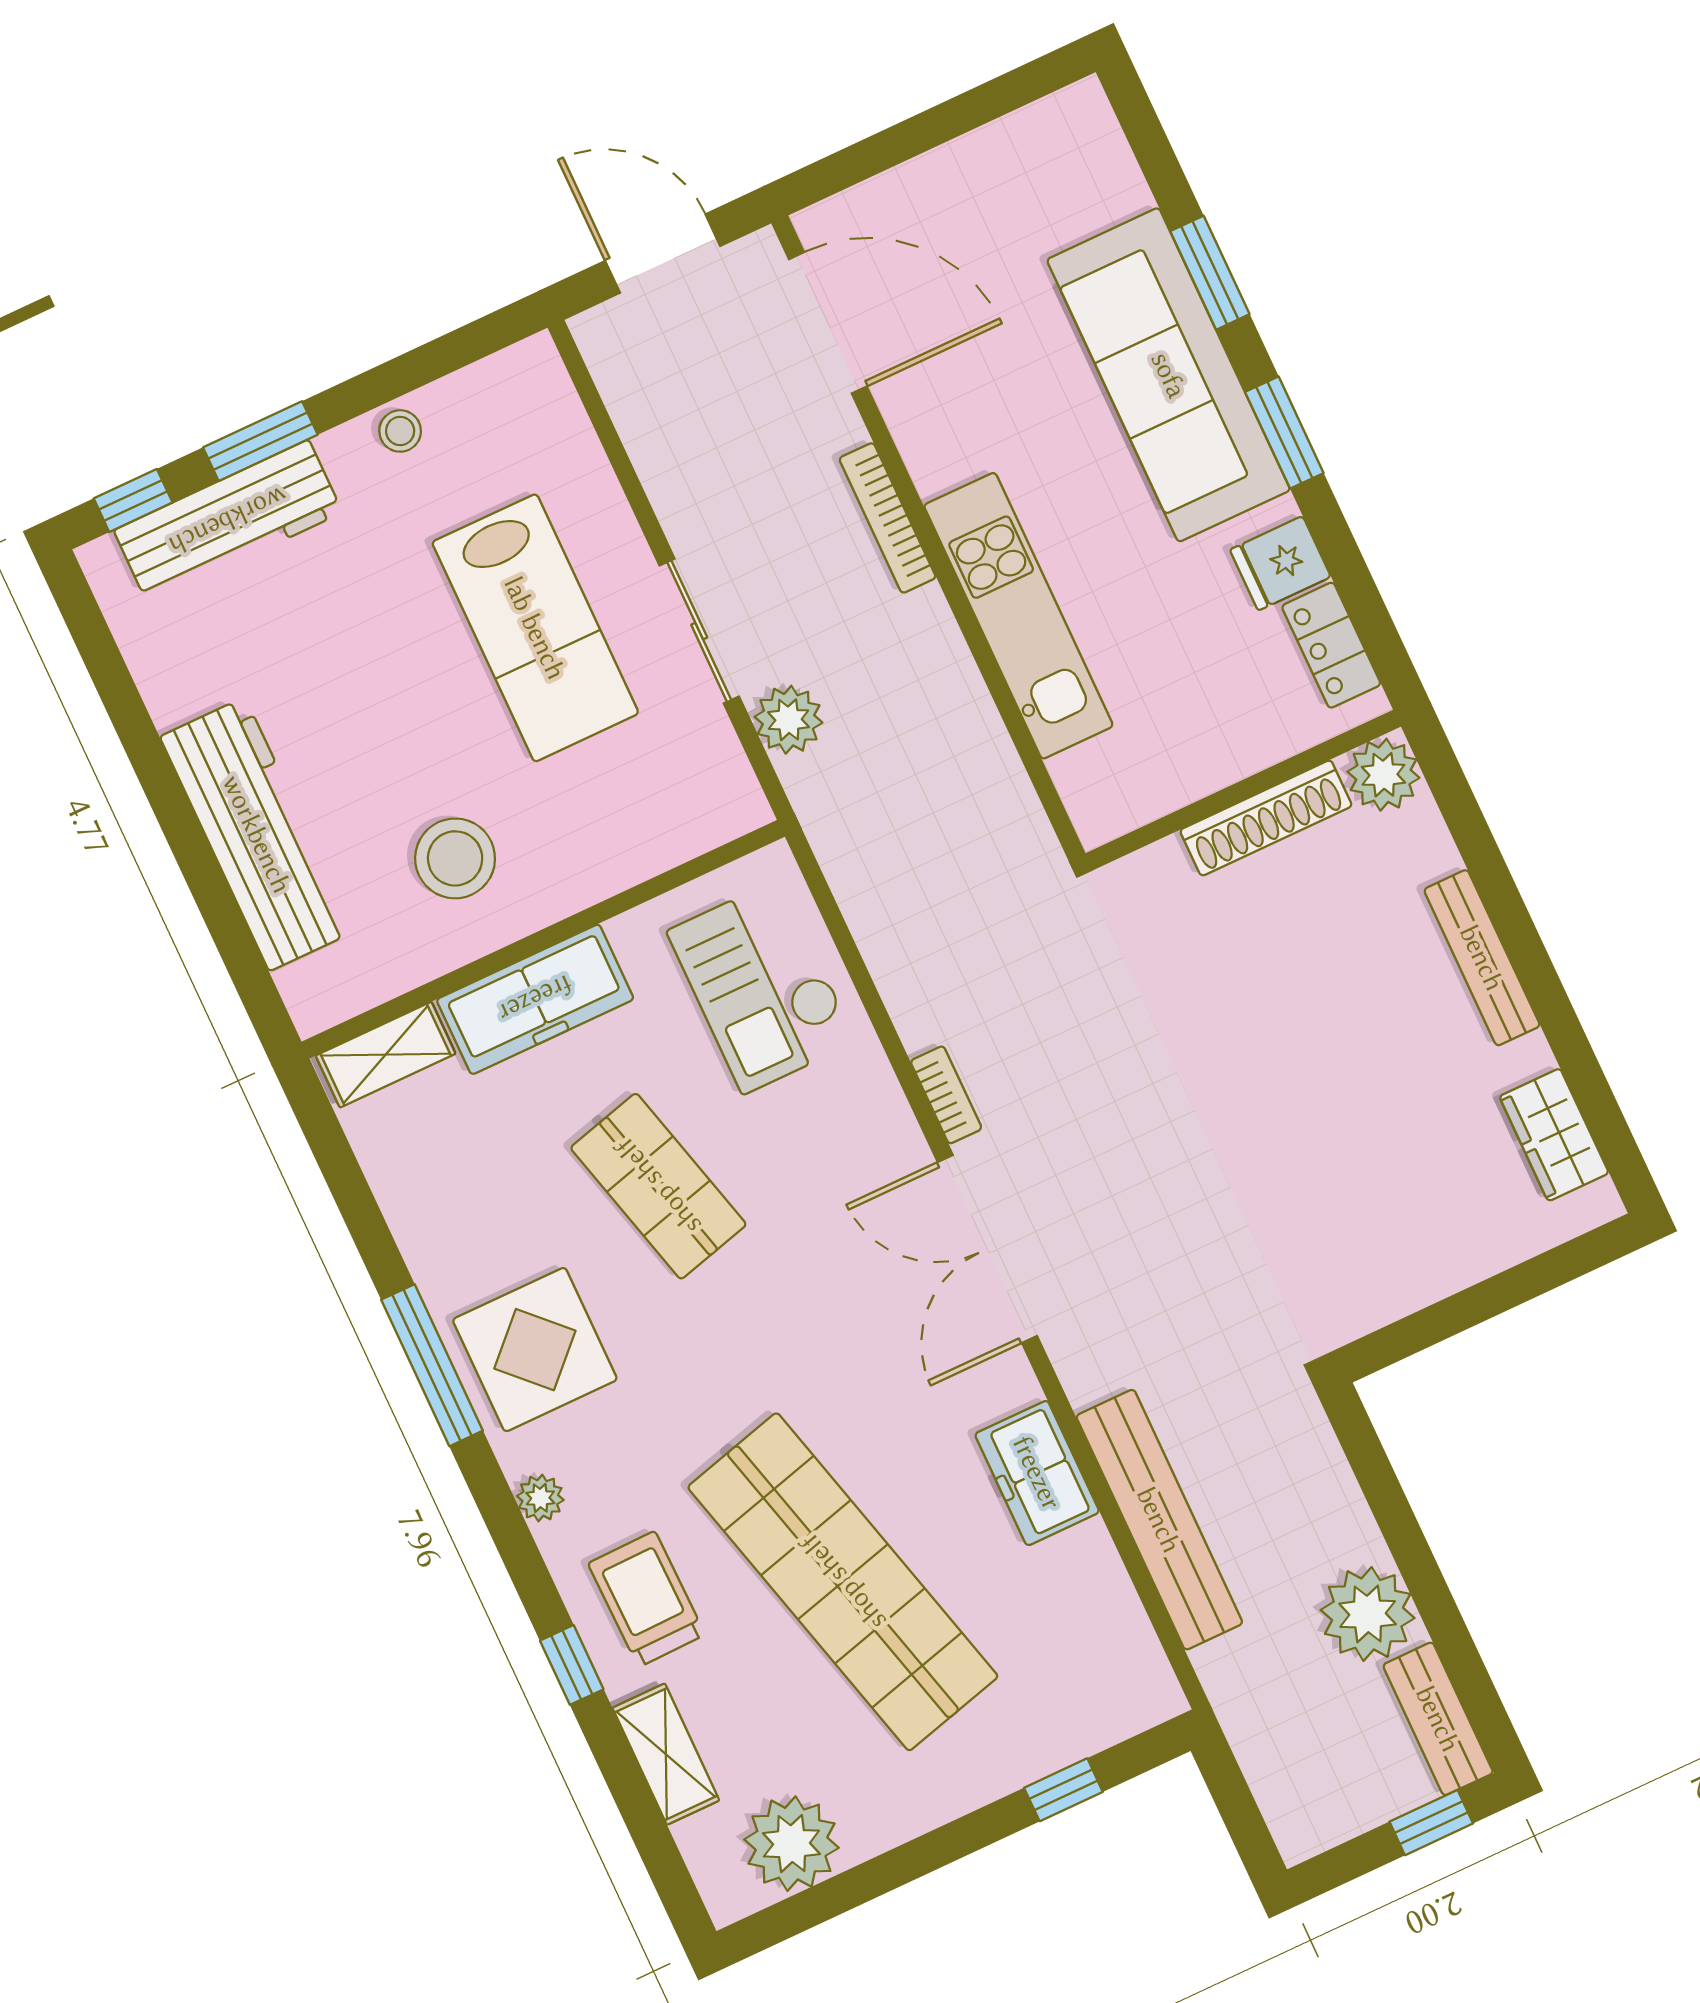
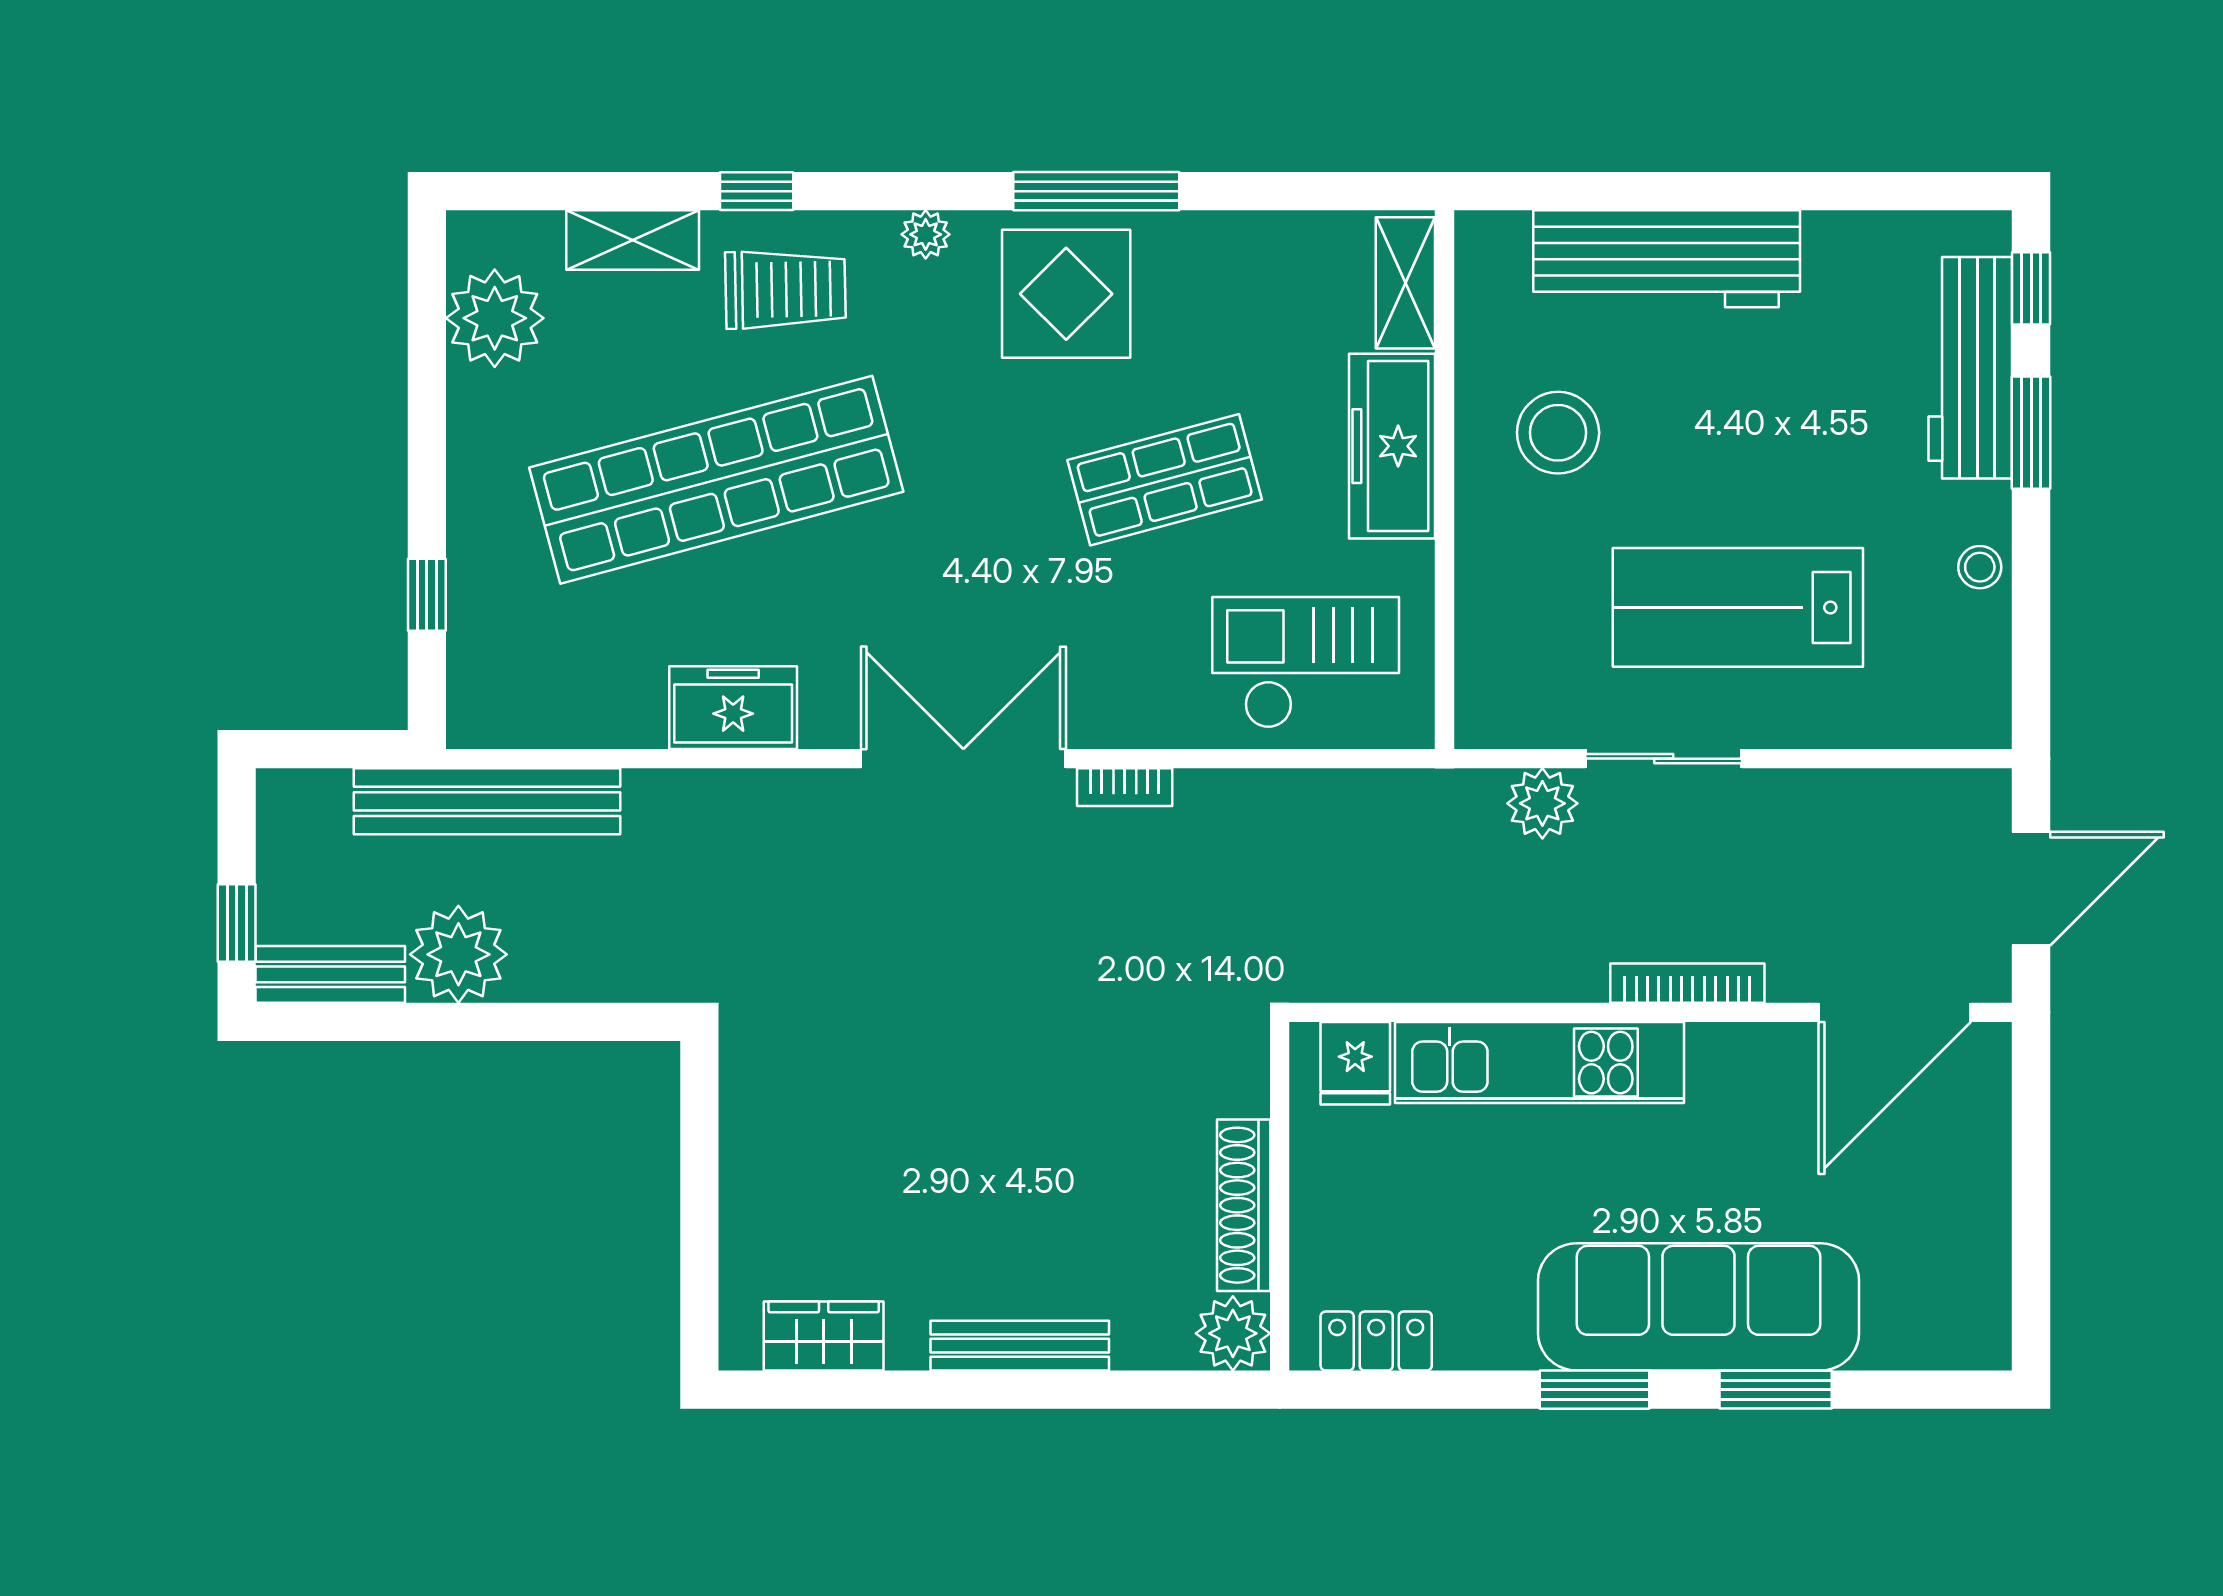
fridge: (1280, 563) -> (1355, 1063), moved, turned 180
bench: (1159, 1520) -> (487, 801), moved

